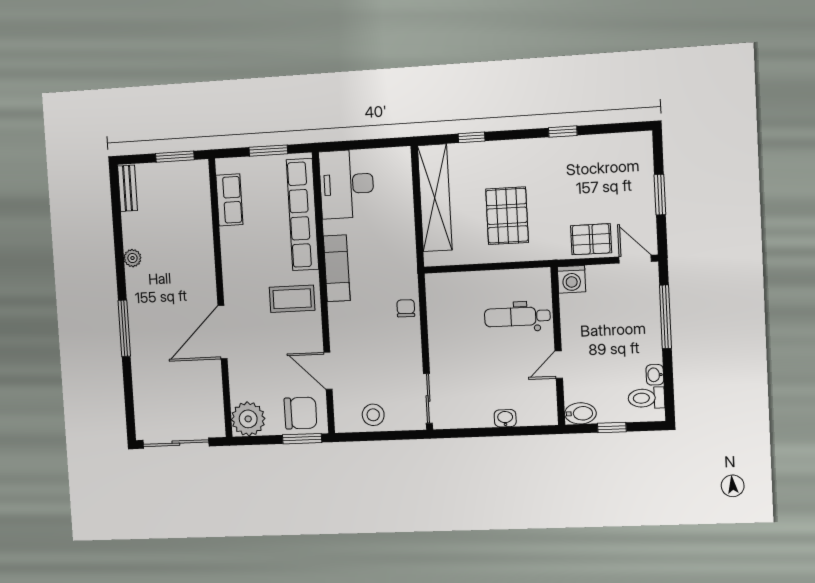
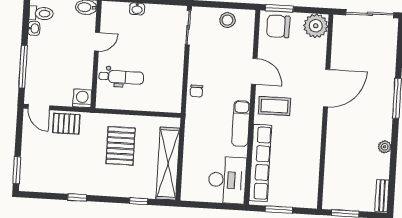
window: (660, 195) -> (17, 170), moved
row of seats: (229, 200) -> (310, 179), removed
door: (328, 371) -> (254, 71), moved

